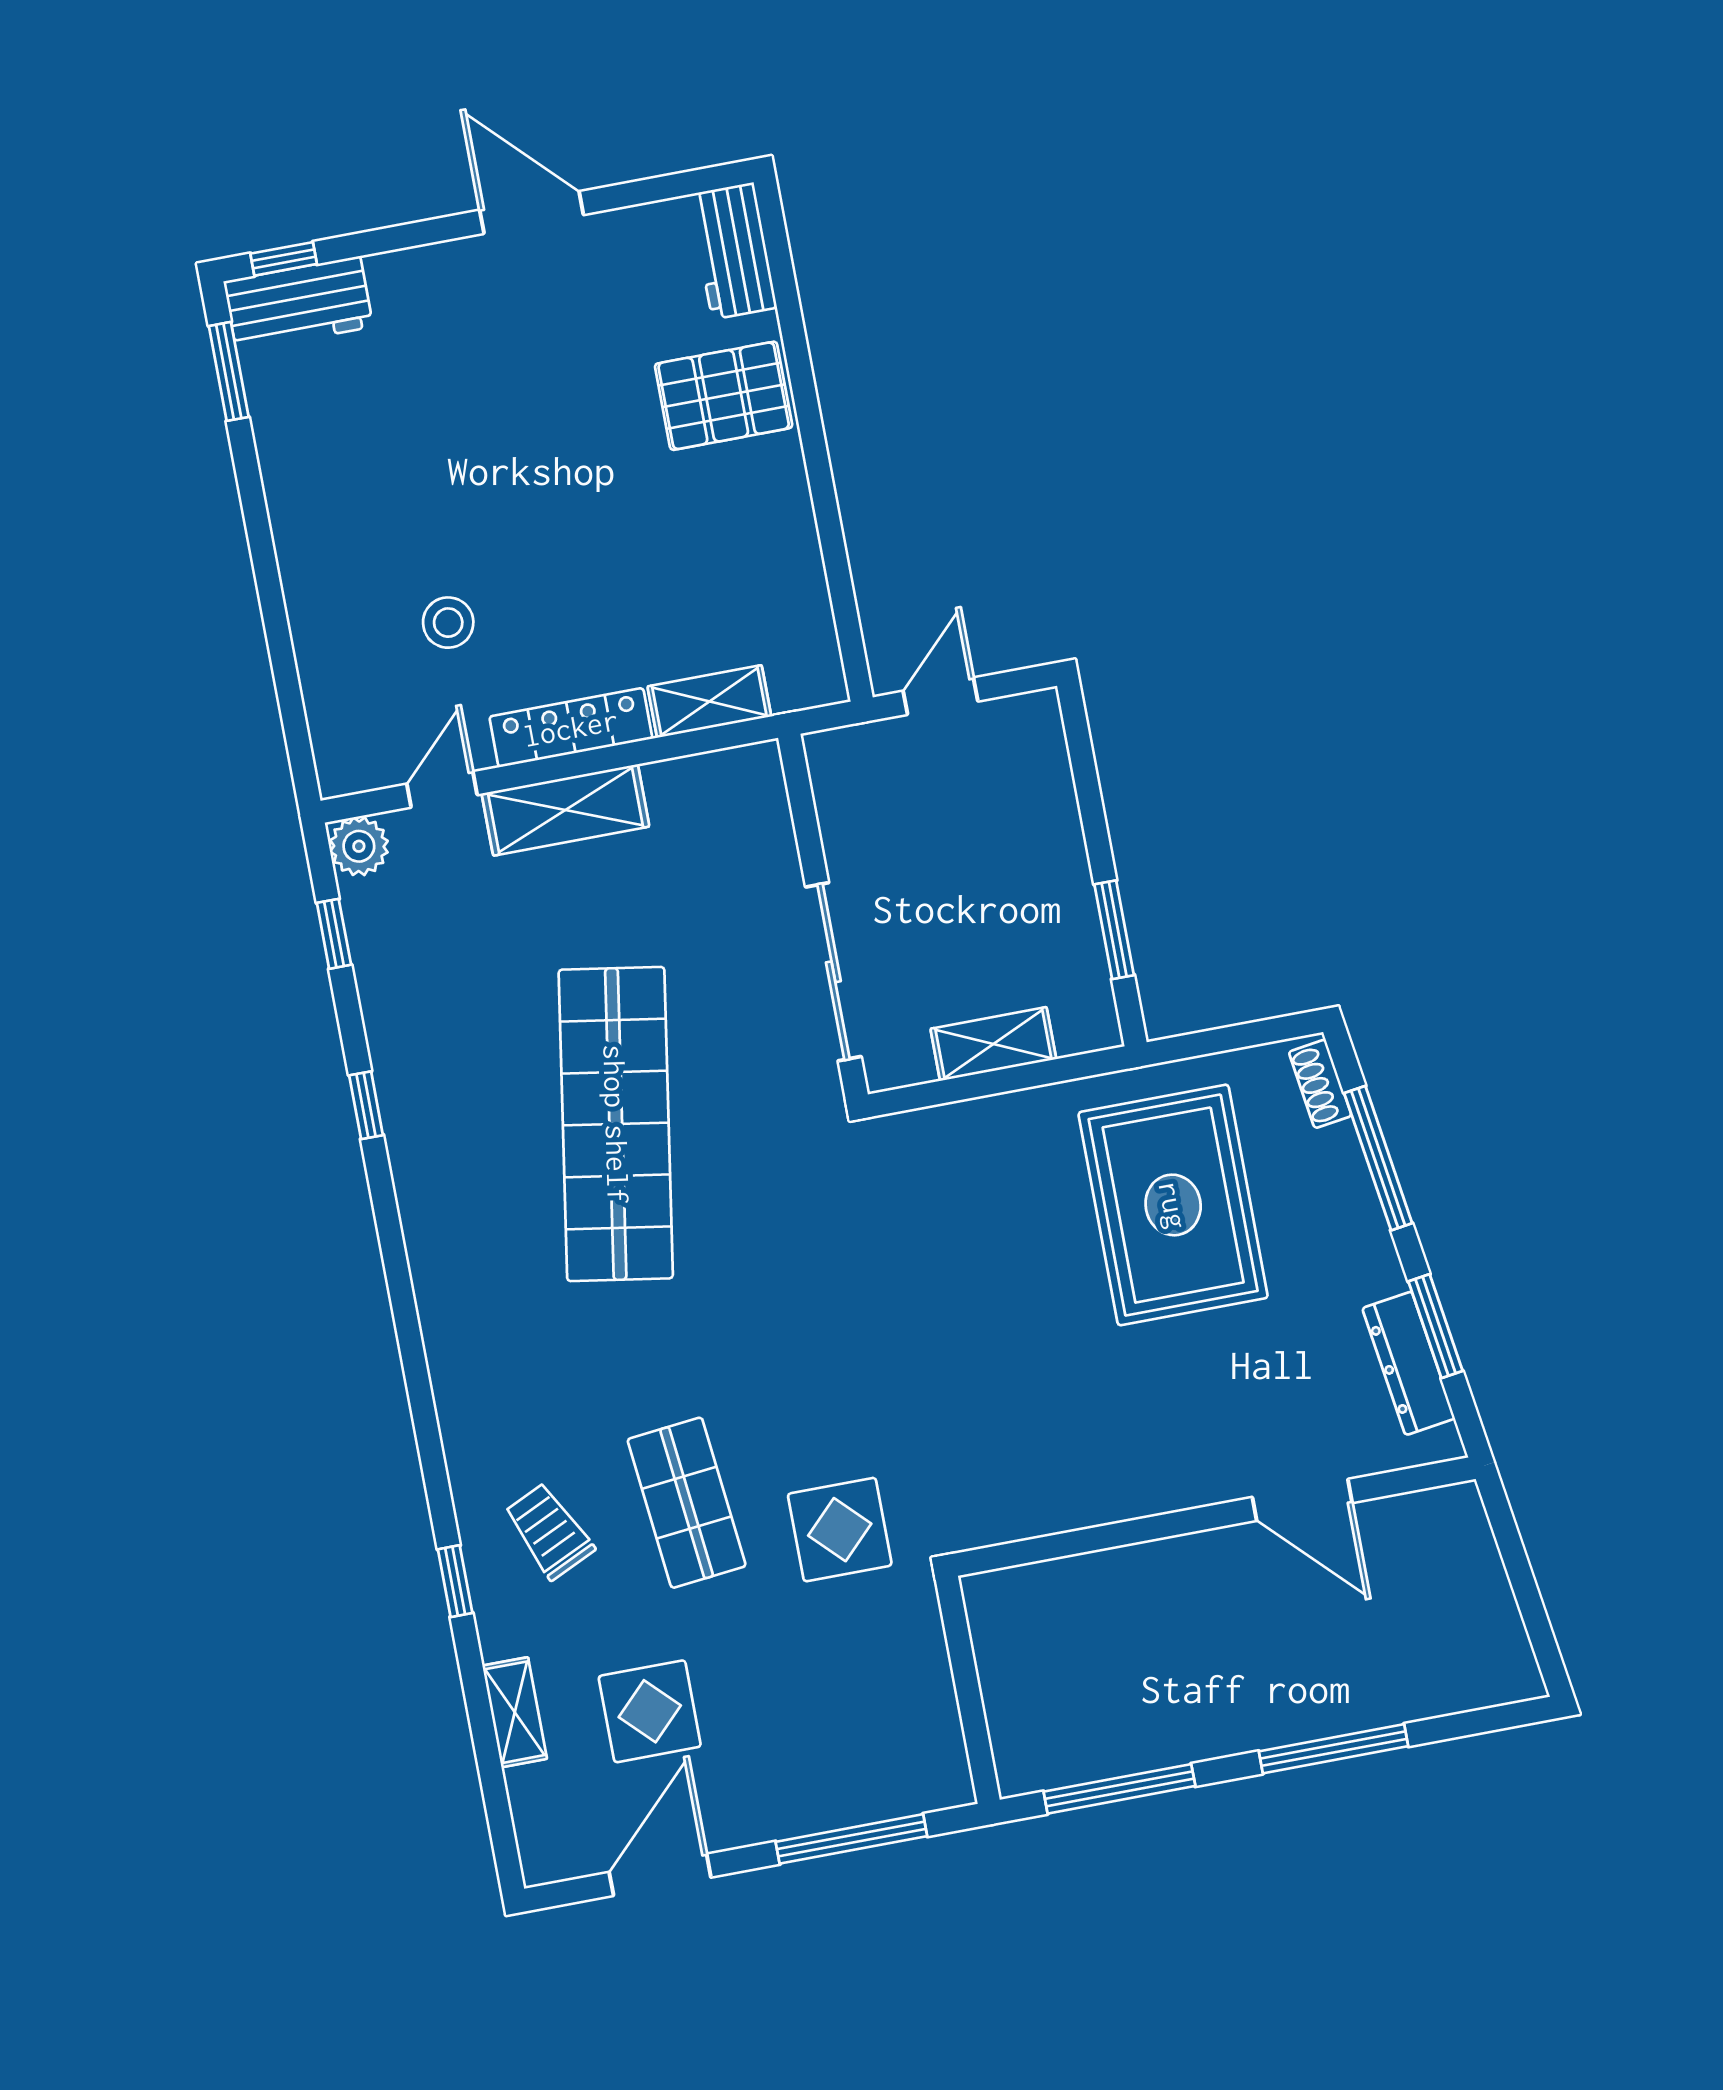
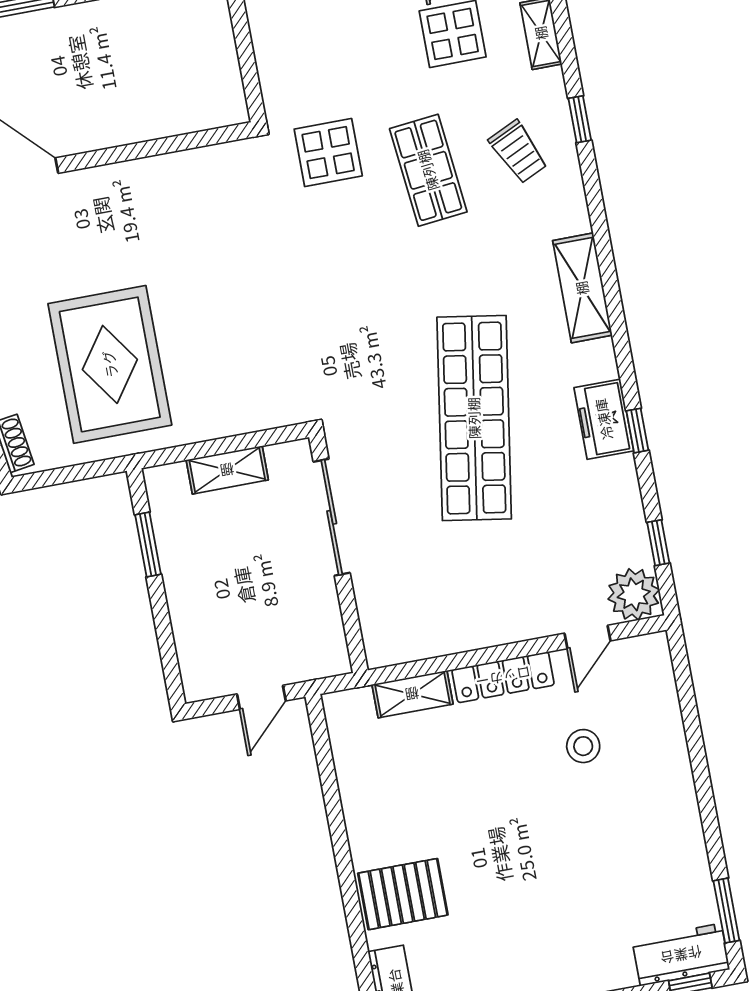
shelving: (565, 810) -> (582, 288), moved, turned 90
plant: (359, 846) -> (634, 594), width x1.36, depth x1.36
freezer: (418, 1122) -> (604, 419), added

